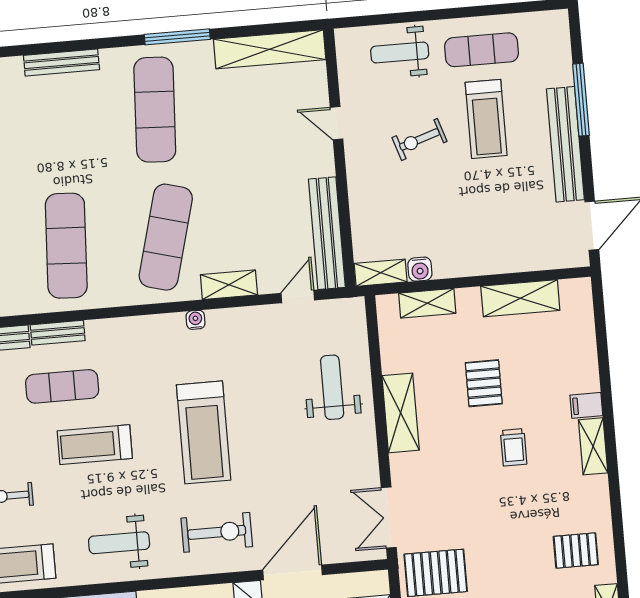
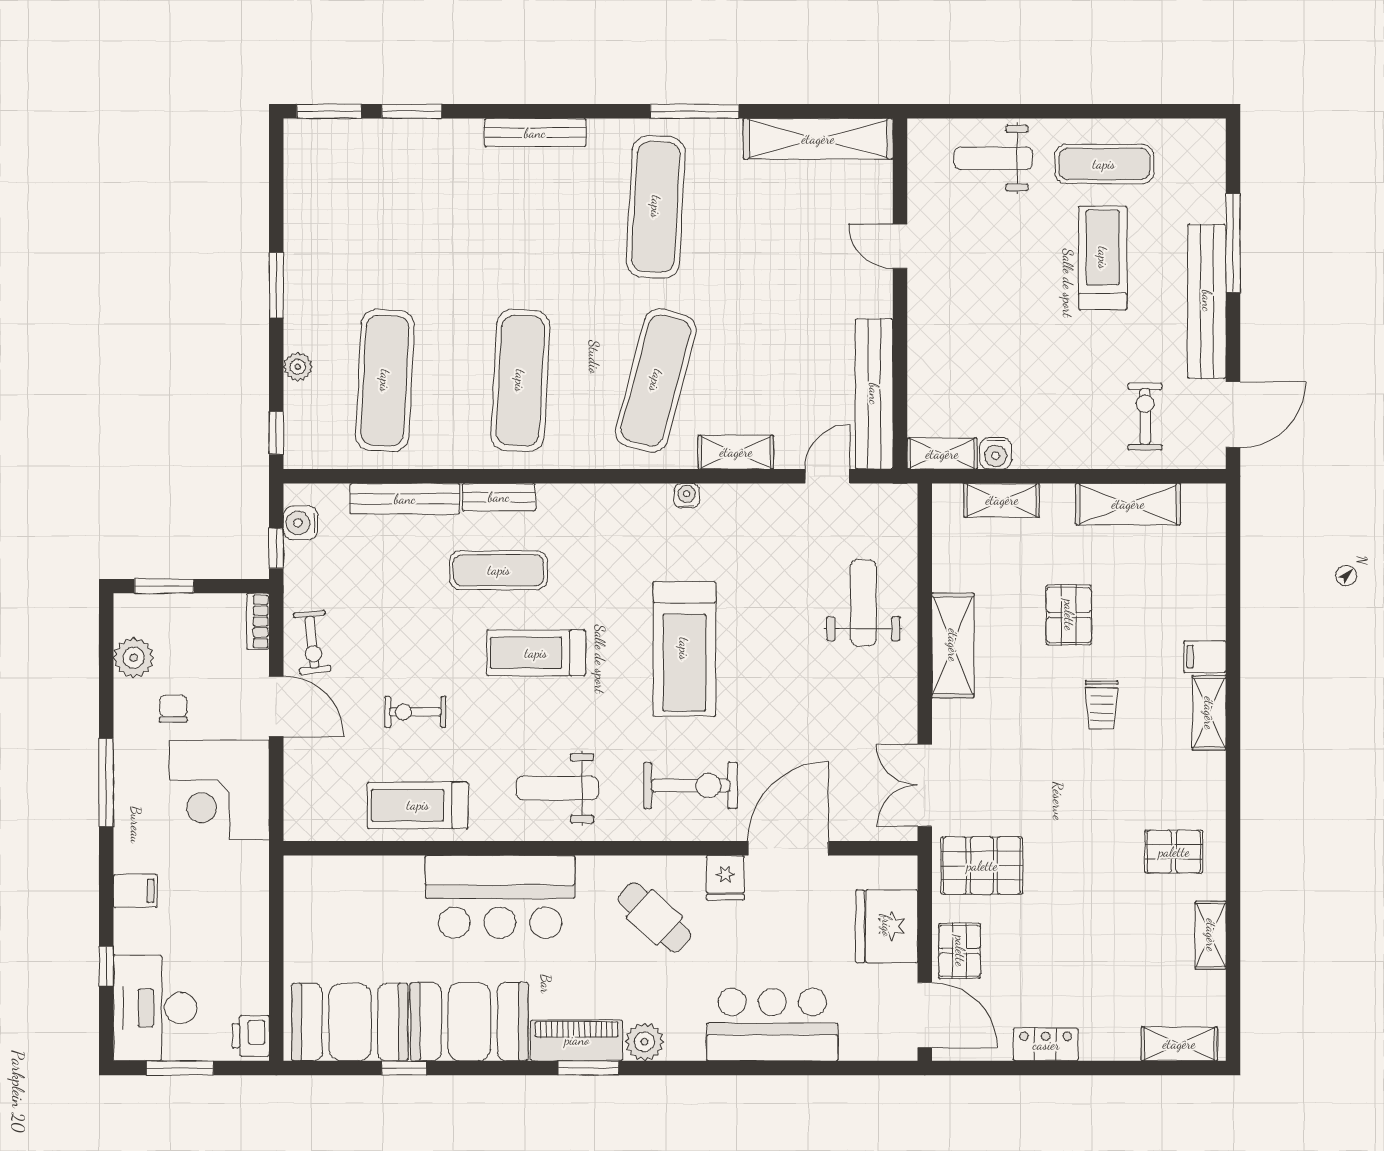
treadmill: (486, 119) -> (1103, 258), turned 180
exercise bike: (420, 139) -> (1145, 416), moved, turned 108

